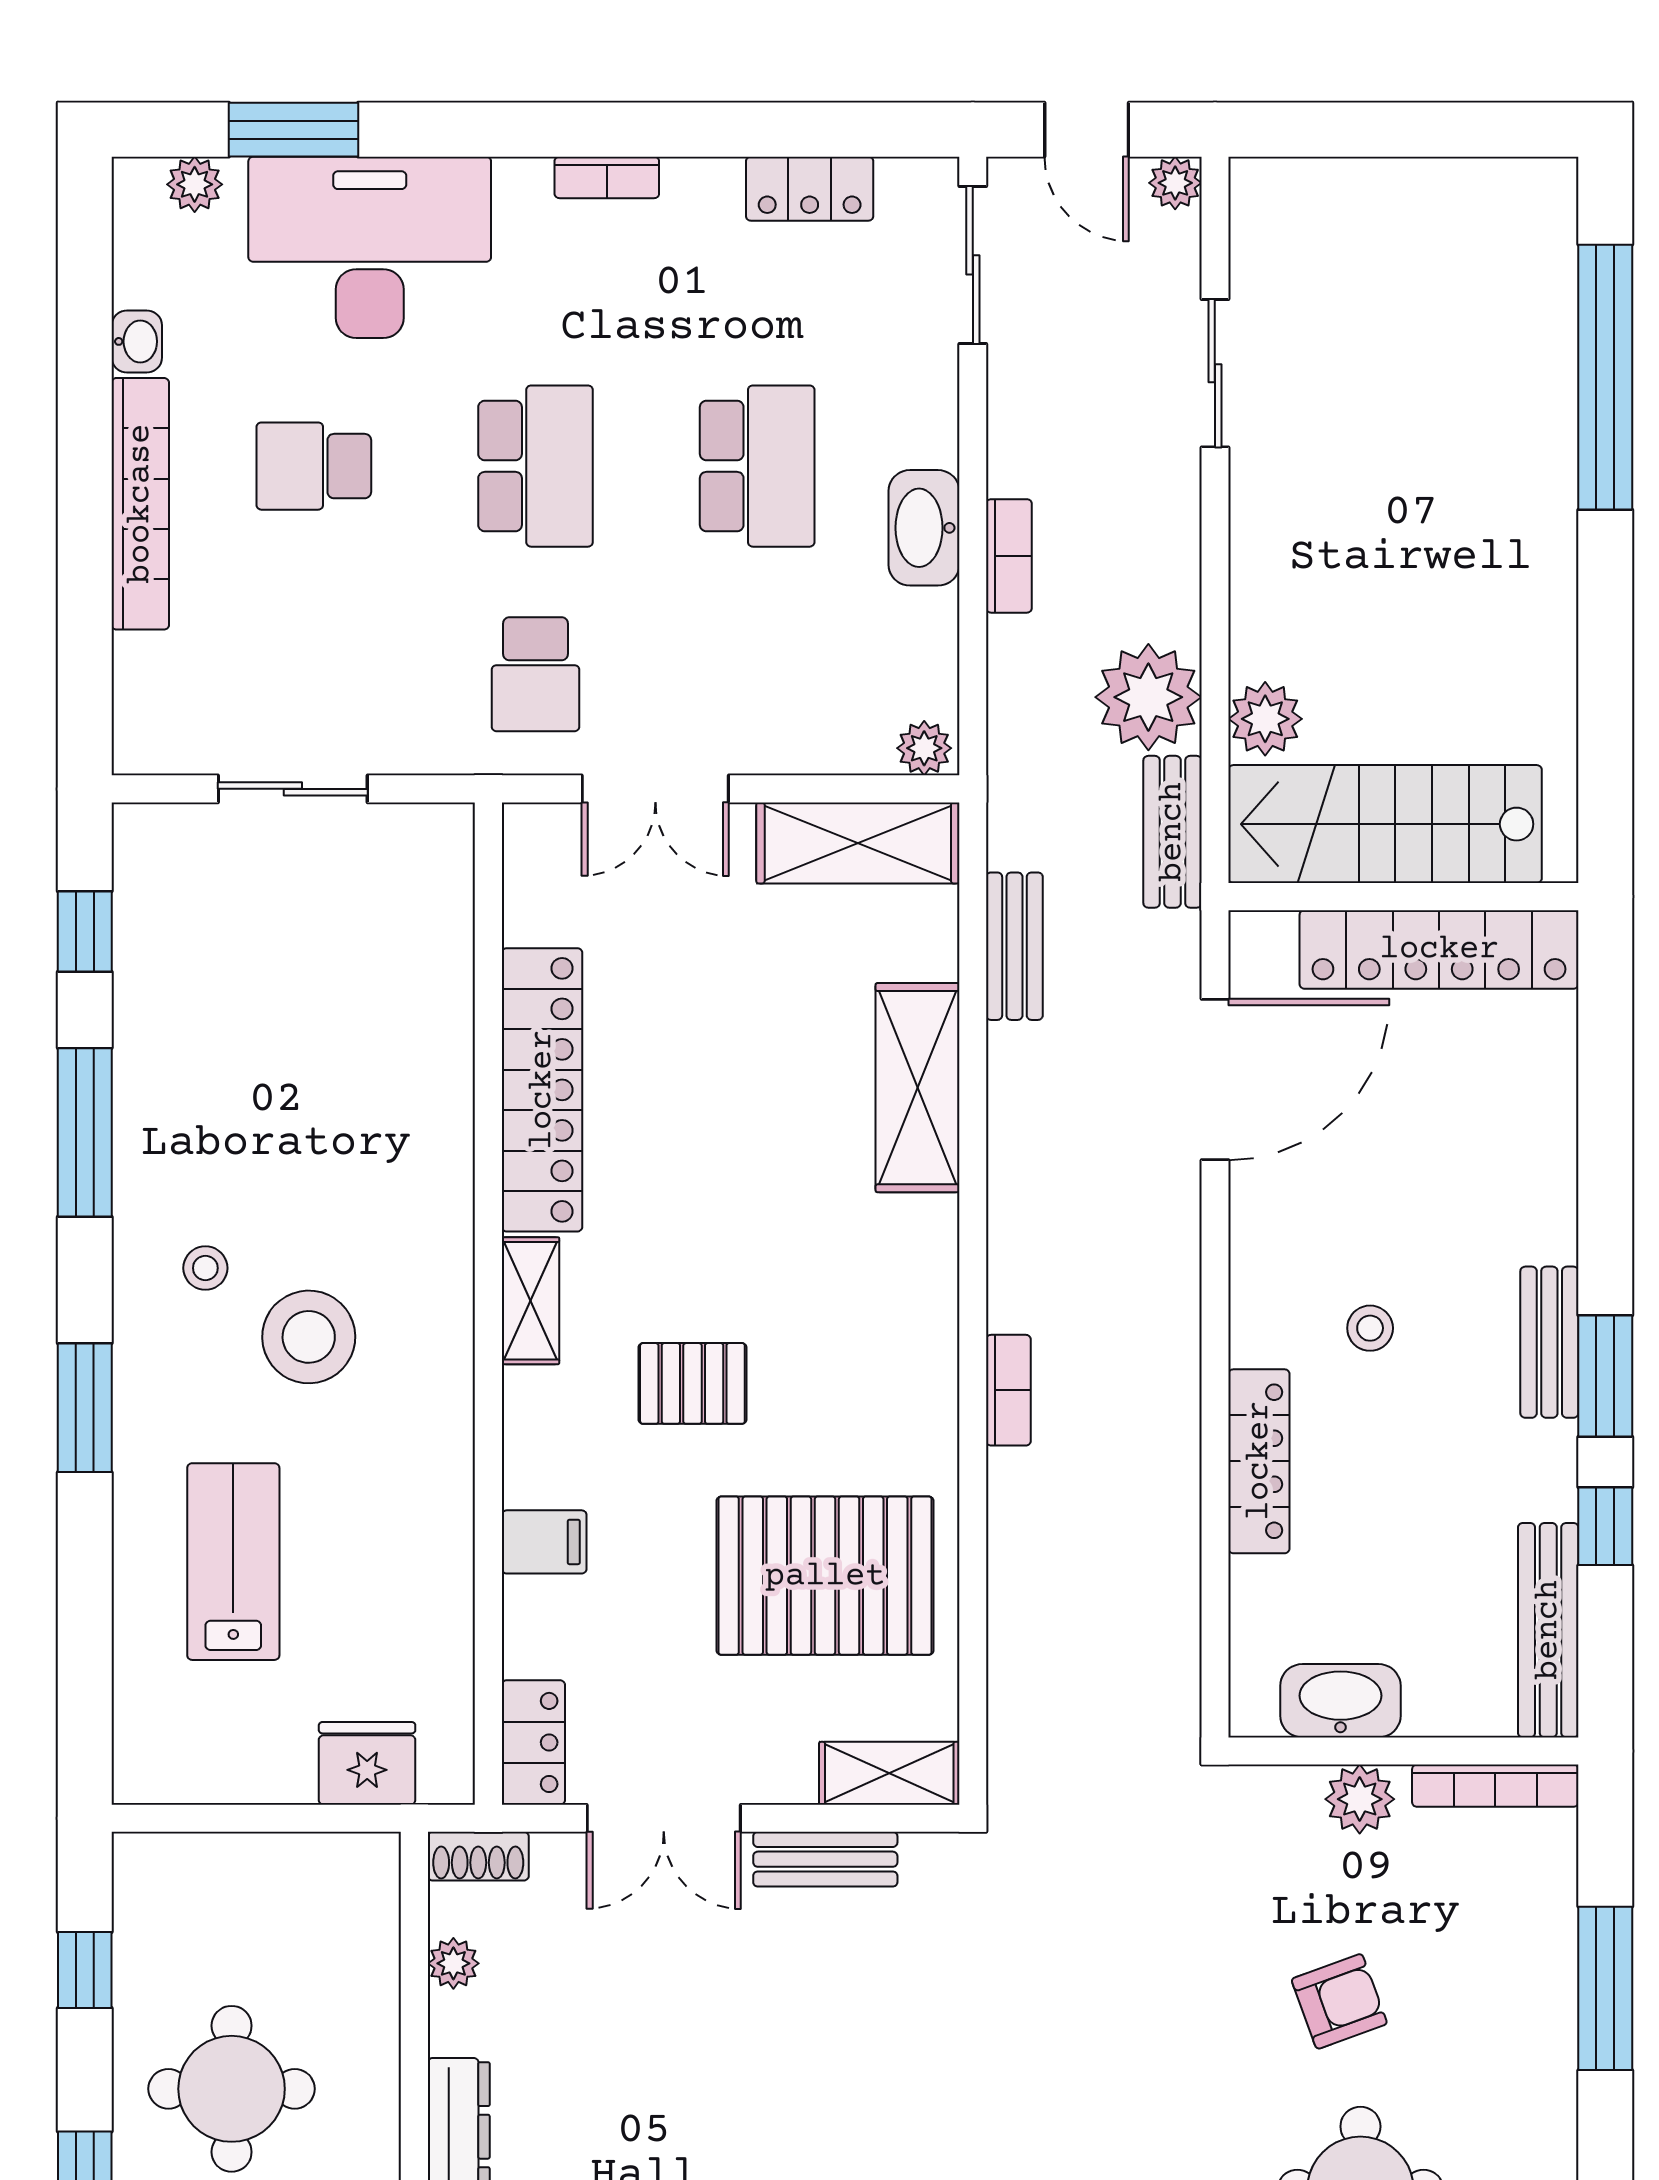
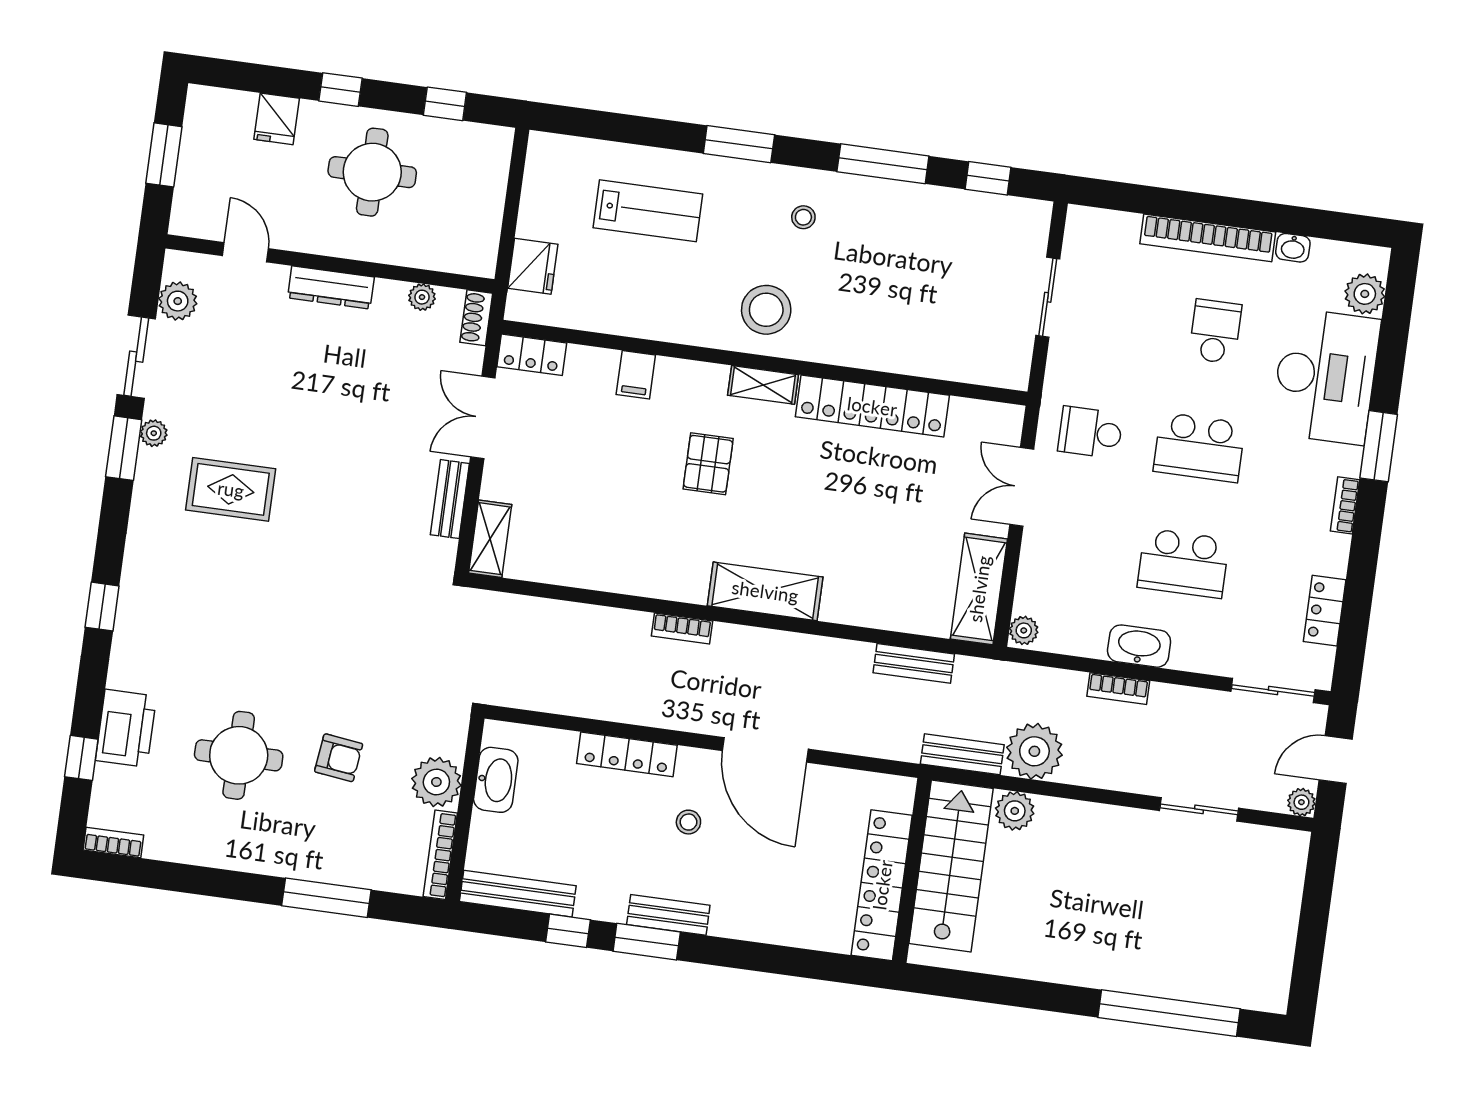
window: (294, 130) -> (1379, 446), moved
plant: (195, 184) -> (1365, 294), width x1.38, depth x1.38
door: (1215, 1080) -> (765, 750), moved
shelving: (917, 1088) -> (765, 591), moved
stool: (309, 1337) -> (766, 310), moved
pallet: (825, 1576) -> (598, 519), removed
plant: (1360, 1799) -> (436, 782), width x1.36, depth x1.36
armchair: (1339, 2001) -> (339, 758), turned -63

